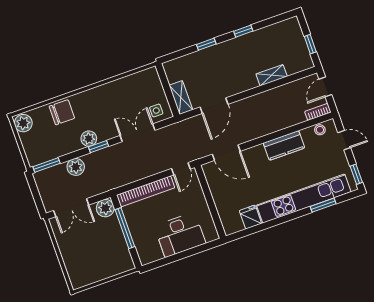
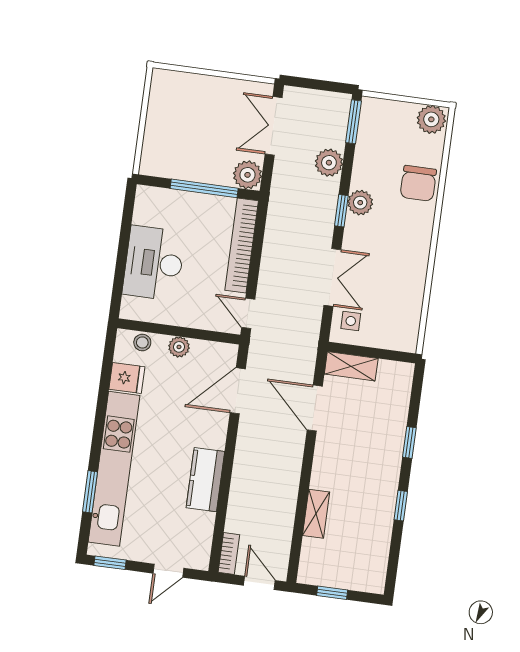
stool: (320, 130) -> (142, 342), moved
plant: (219, 197) -> (179, 347), added

